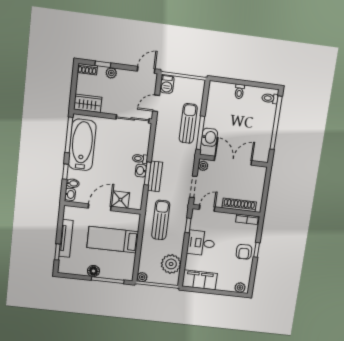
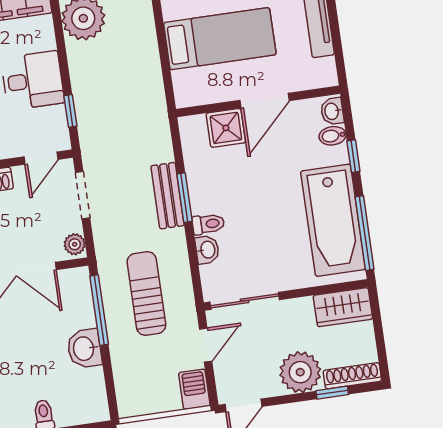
shoe rack: (87, 69) -> (352, 376), width x1.43
plant: (111, 73) -> (300, 372), width x1.87, depth x1.87
sun lounger: (188, 123) -> (146, 293), moved, turned 180
washbasin: (209, 137) -> (84, 349), moved
washbasin: (141, 171) -> (207, 250), moved
sun lounger: (161, 220) -> (131, 107), removed

